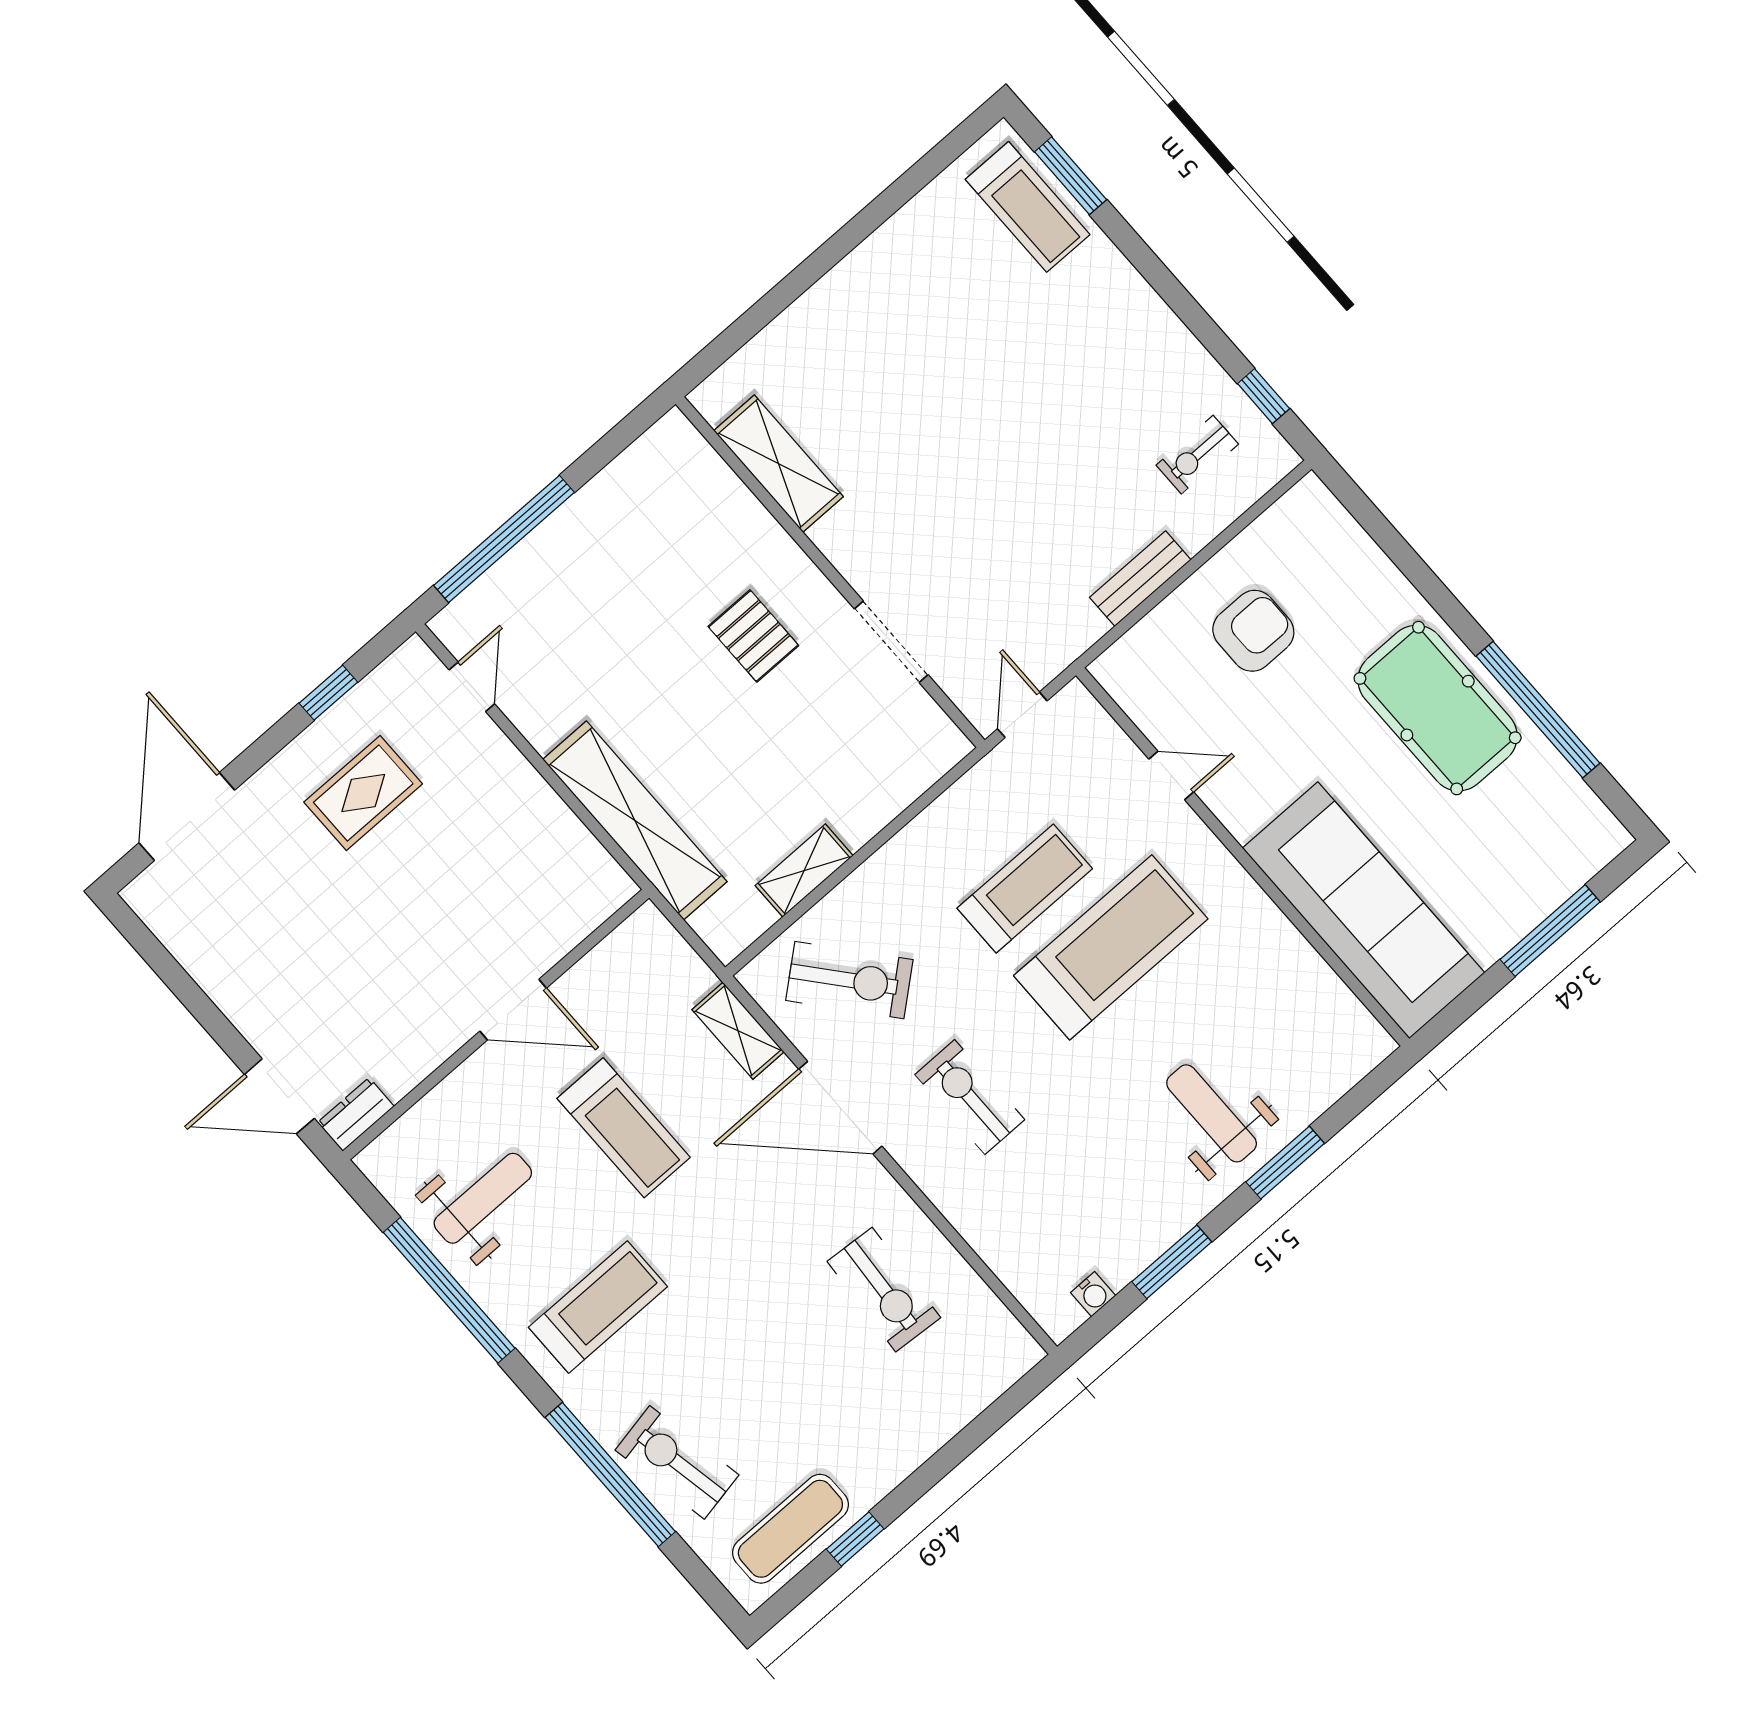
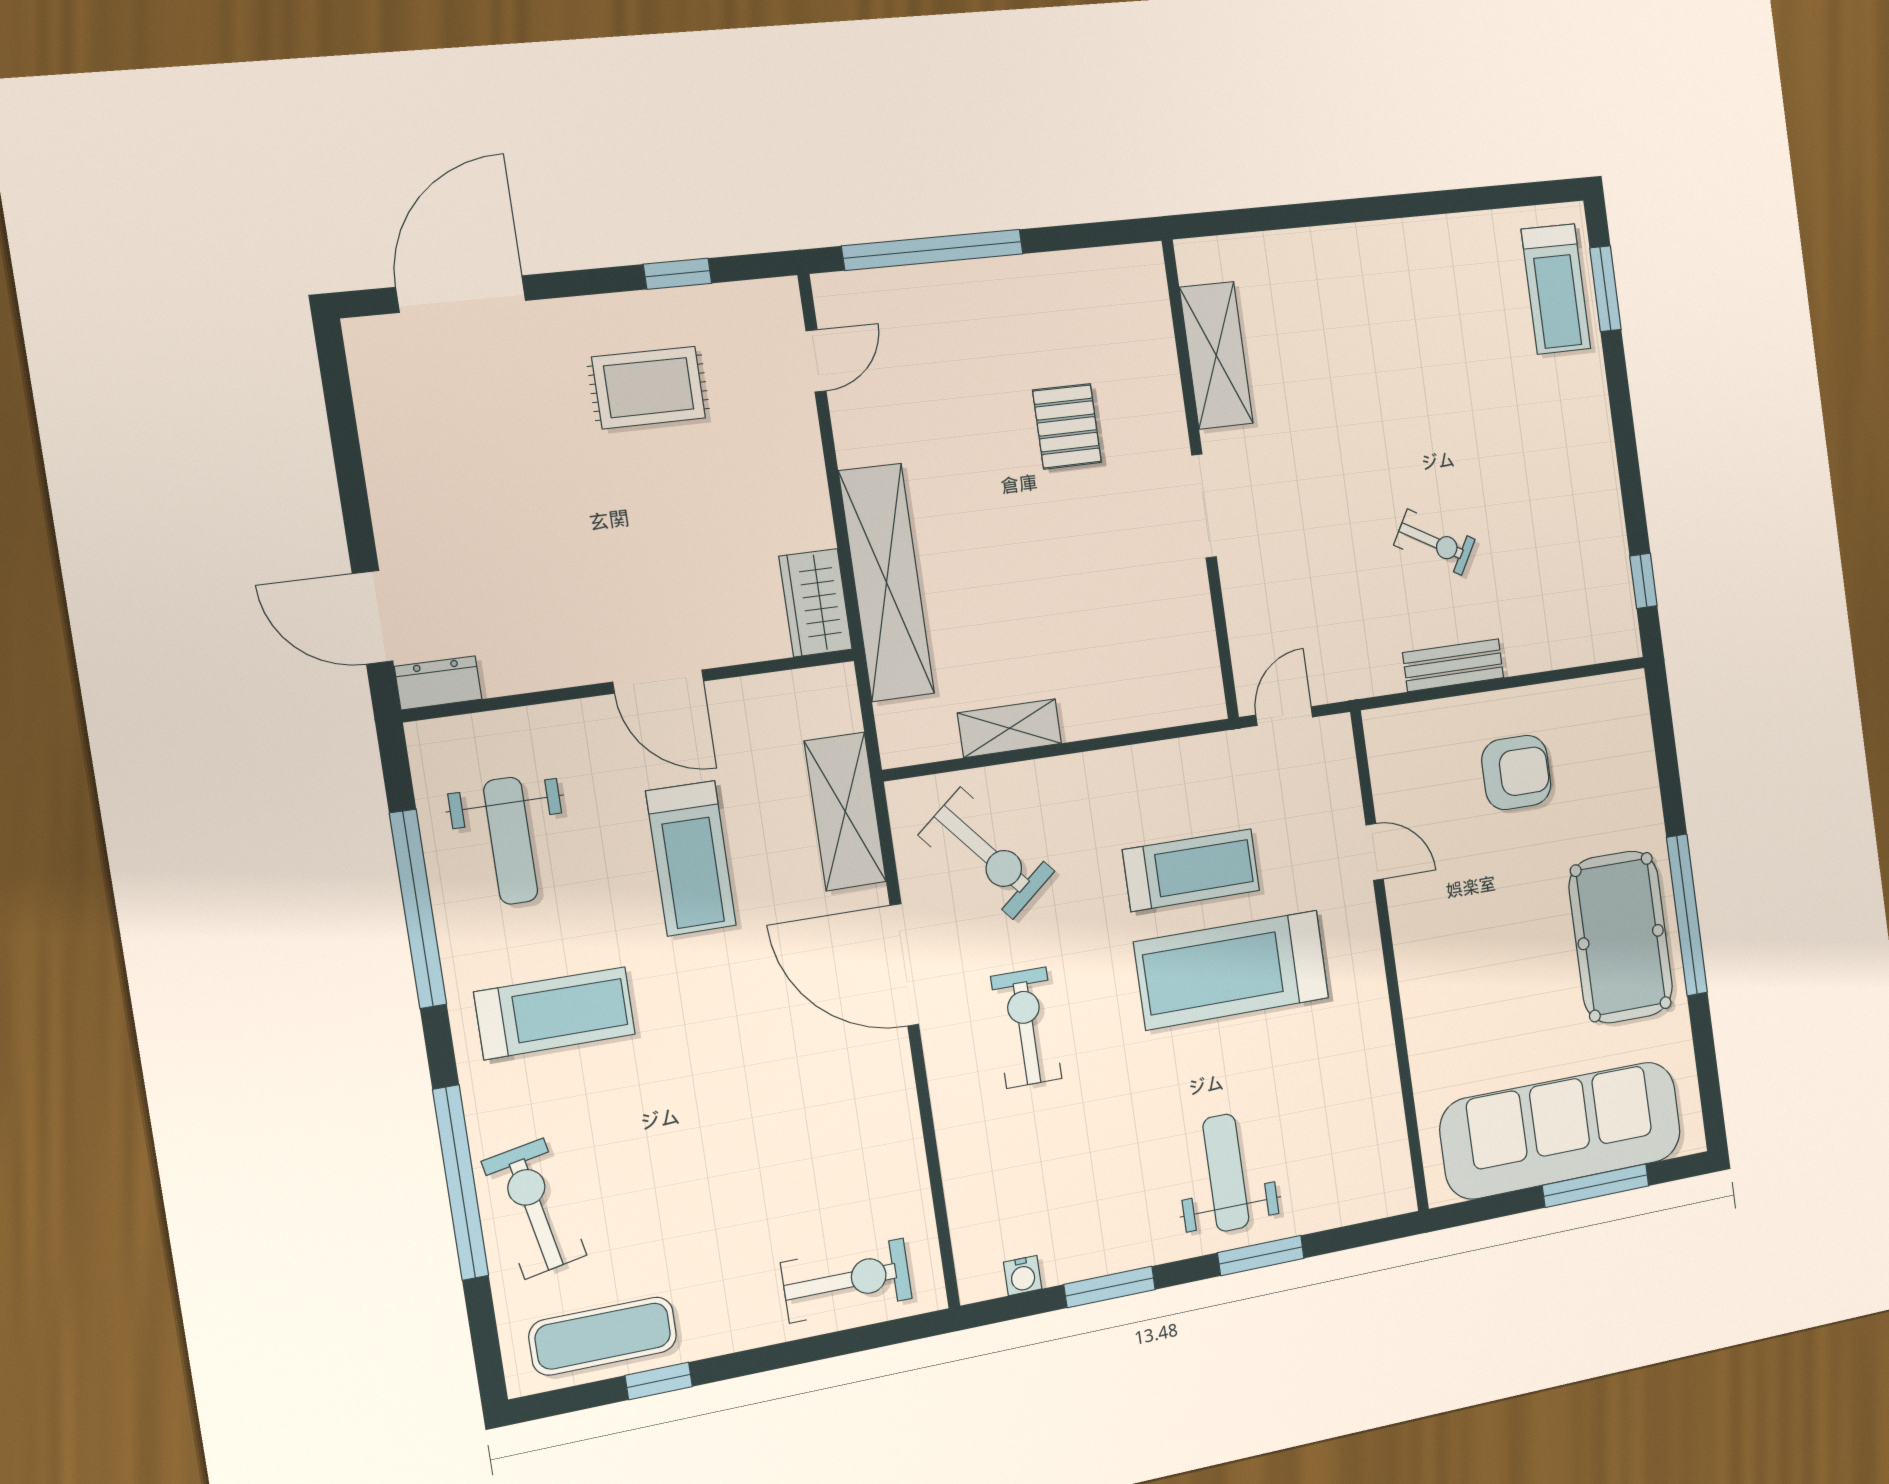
exercise bike: (1197, 455) -> (1435, 542), moved, turned -150
pallet: (753, 636) -> (1067, 426), moved
doorway: (891, 642) -> (1204, 506), moved
window: (1538, 710) -> (1687, 915), moved
wardrobe: (591, 872) -> (816, 603), added
sofa: (1363, 910) -> (1561, 1130), moved, turned -90
treadmill: (1111, 947) -> (1232, 970), turned 180
shelving: (738, 1031) -> (845, 811), width x1.50, depth x1.33
weight bench: (483, 1198) -> (511, 841), turned 90
exercise bike: (884, 1290) -> (847, 1281), moved, turned -94

